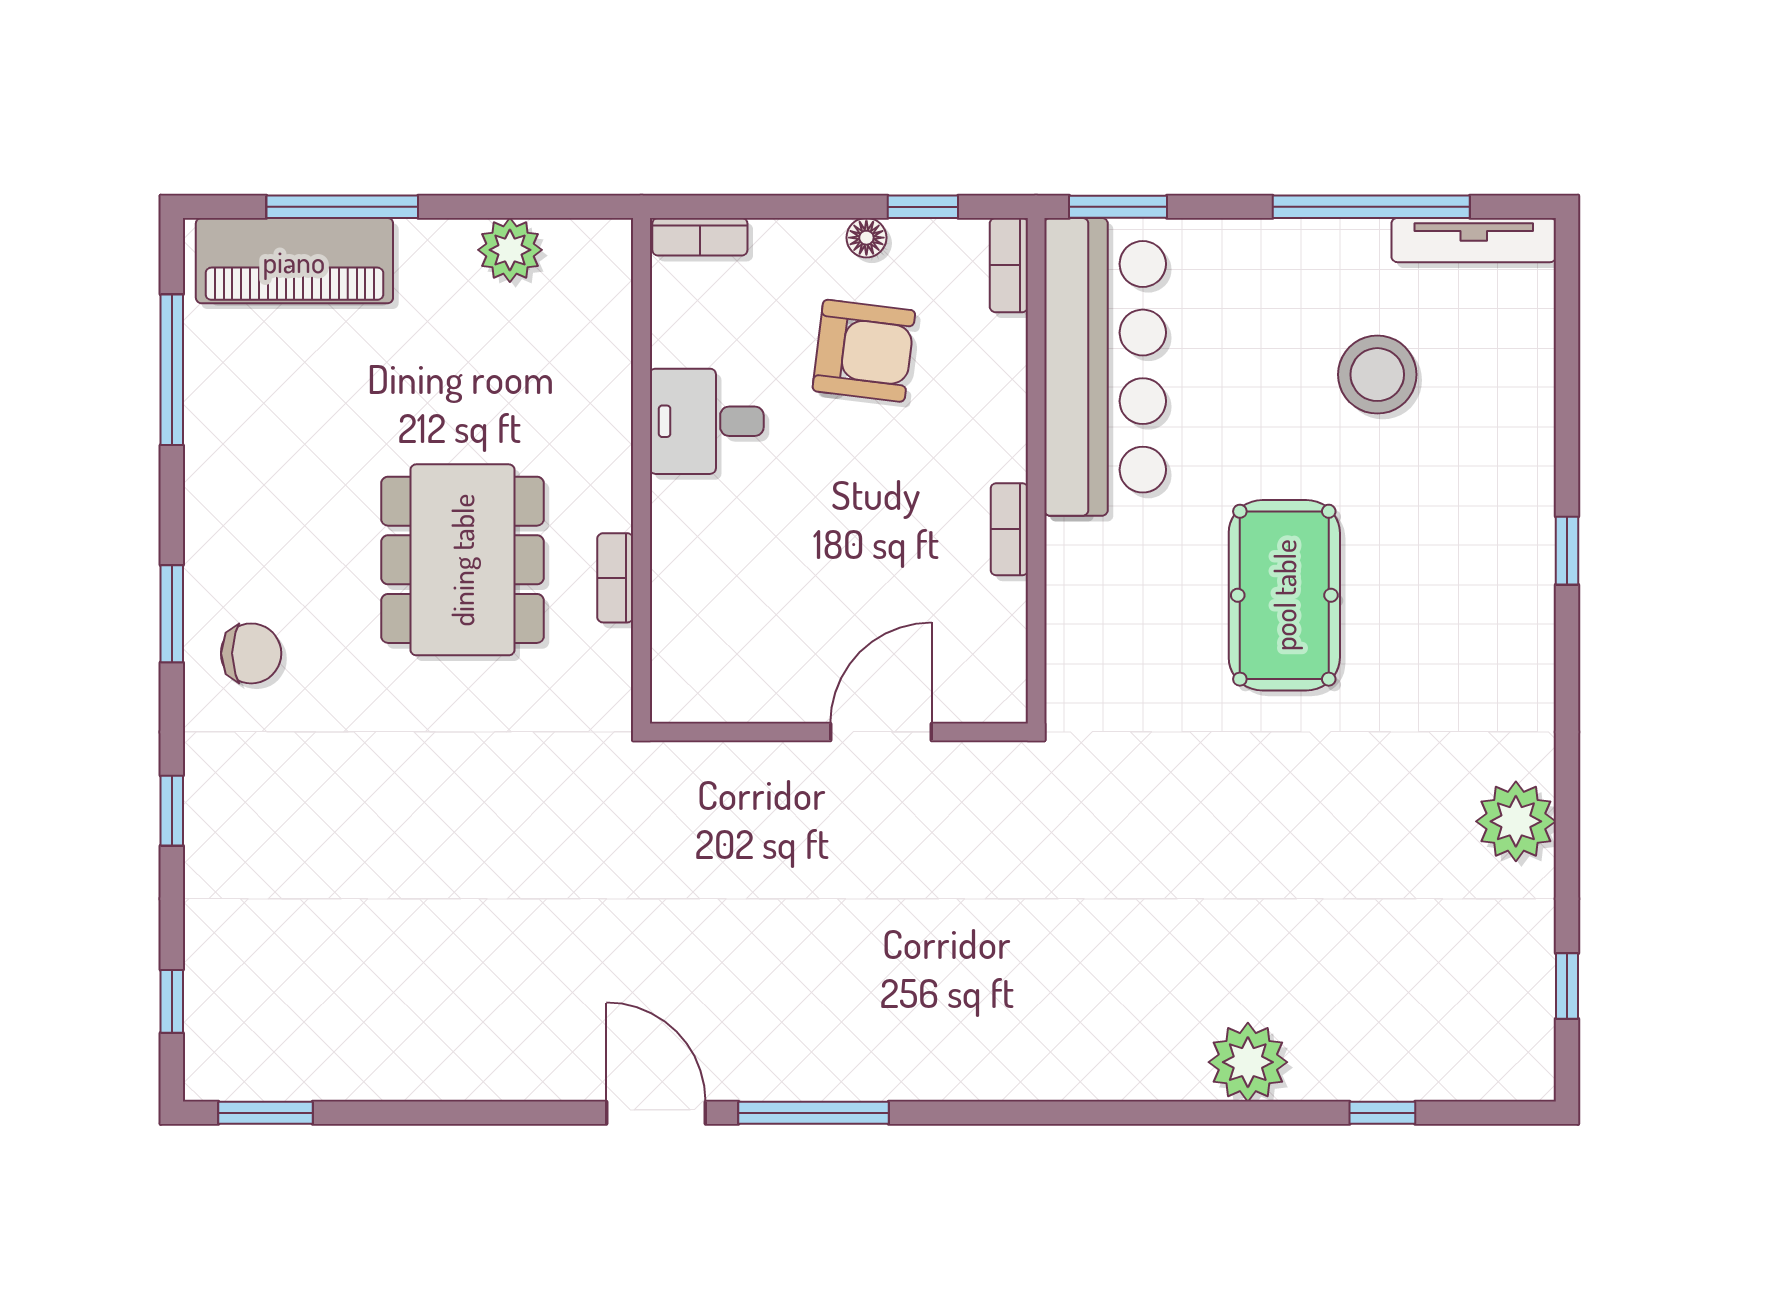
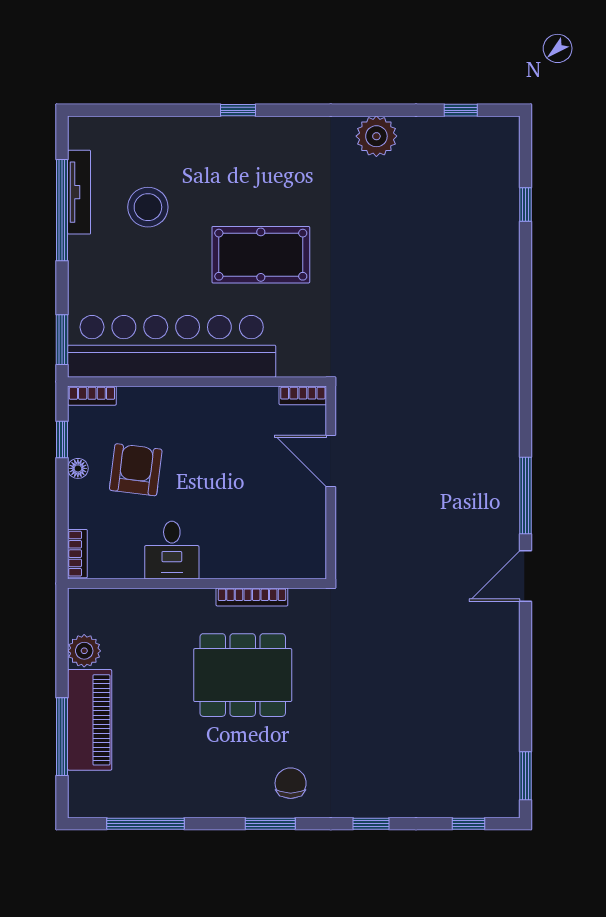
tv unit: (1474, 240) -> (79, 192), moved
piano: (294, 261) -> (90, 720), moved
bar counter: (1105, 367) -> (172, 346), width x1.36
bookcase: (1009, 529) -> (303, 395), moved
bookcase: (615, 578) -> (252, 597), width x1.56
plant: (1248, 1062) -> (500, 273), removed

